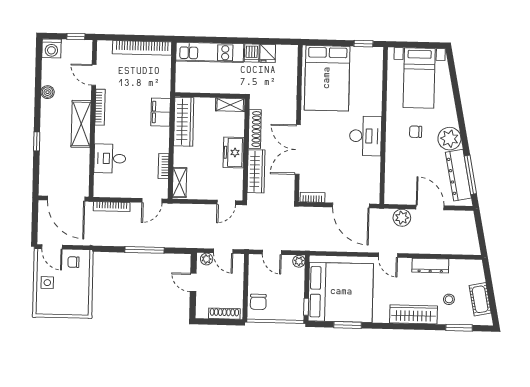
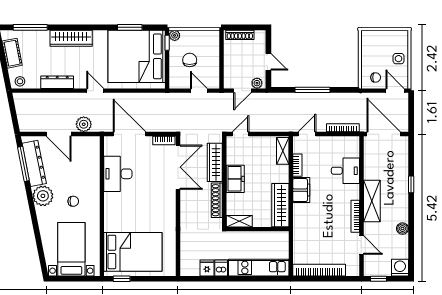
bed: (327, 78) -> (133, 252), moved, turned 90
filing cabinet: (161, 112) -> (301, 190), moved
desk: (365, 136) -> (118, 174), moved
double door: (298, 150) -> (178, 167), moved
door: (223, 251) -> (242, 91), swing flipped
plant: (299, 261) -> (175, 35), moved
stool: (449, 299) -> (20, 81), moved
chair: (258, 302) -> (190, 60), moved
window: (459, 328) -> (30, 27), width x1.44

